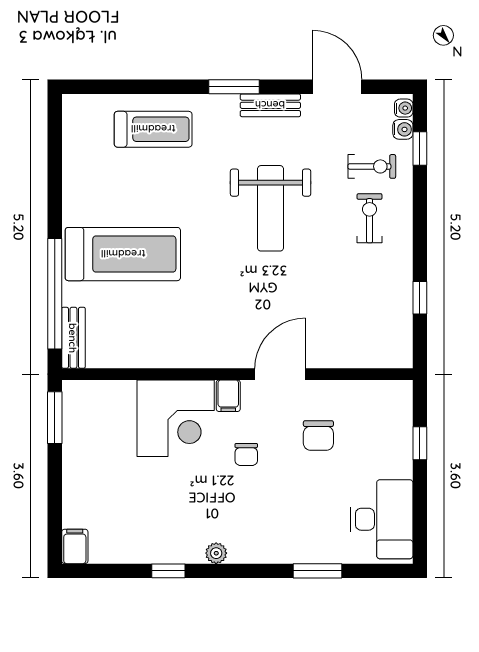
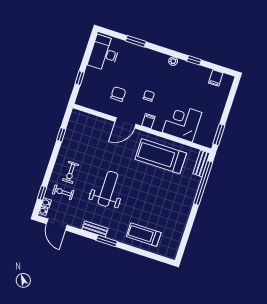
door: (337, 87) -> (57, 225), moved
treadmill: (123, 254) -> (161, 156), moved
corner desk: (176, 418) -> (182, 122), moved
filing cabinet: (75, 546) -> (216, 78), moved

